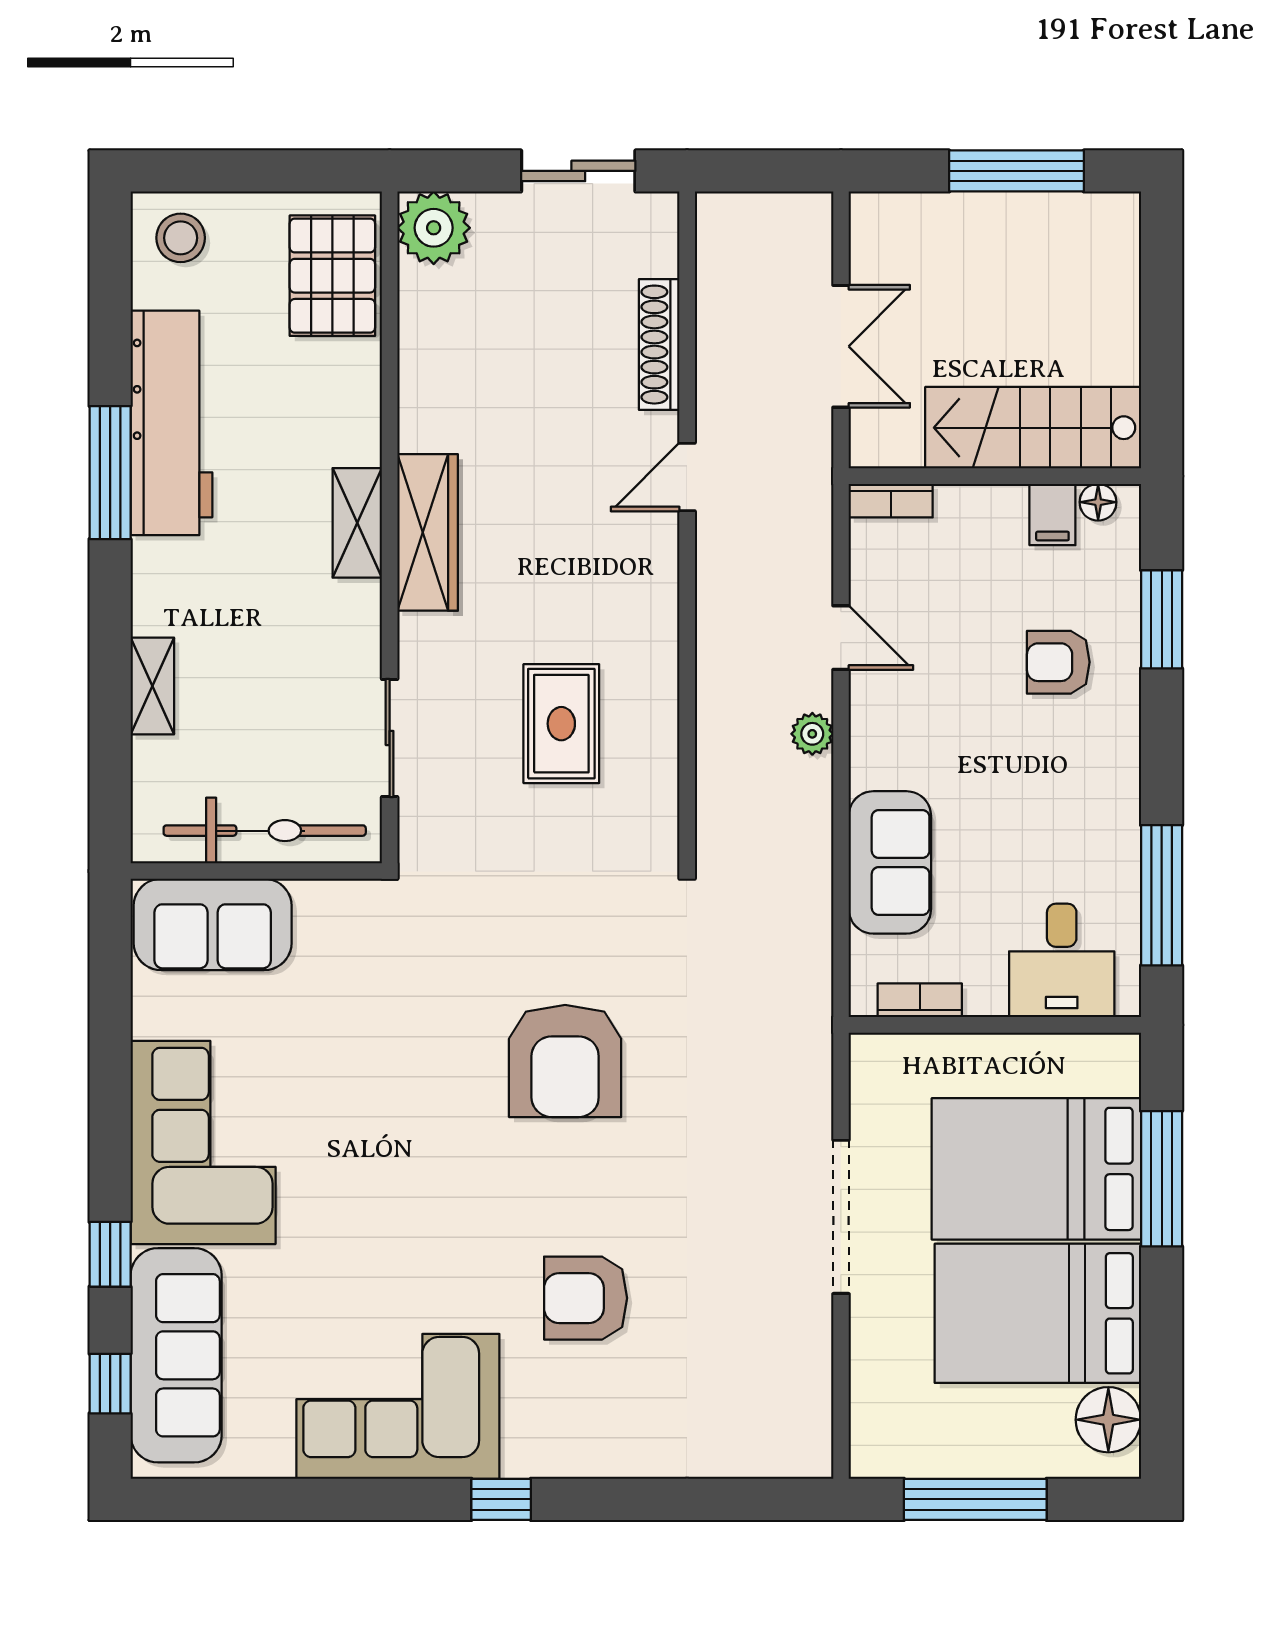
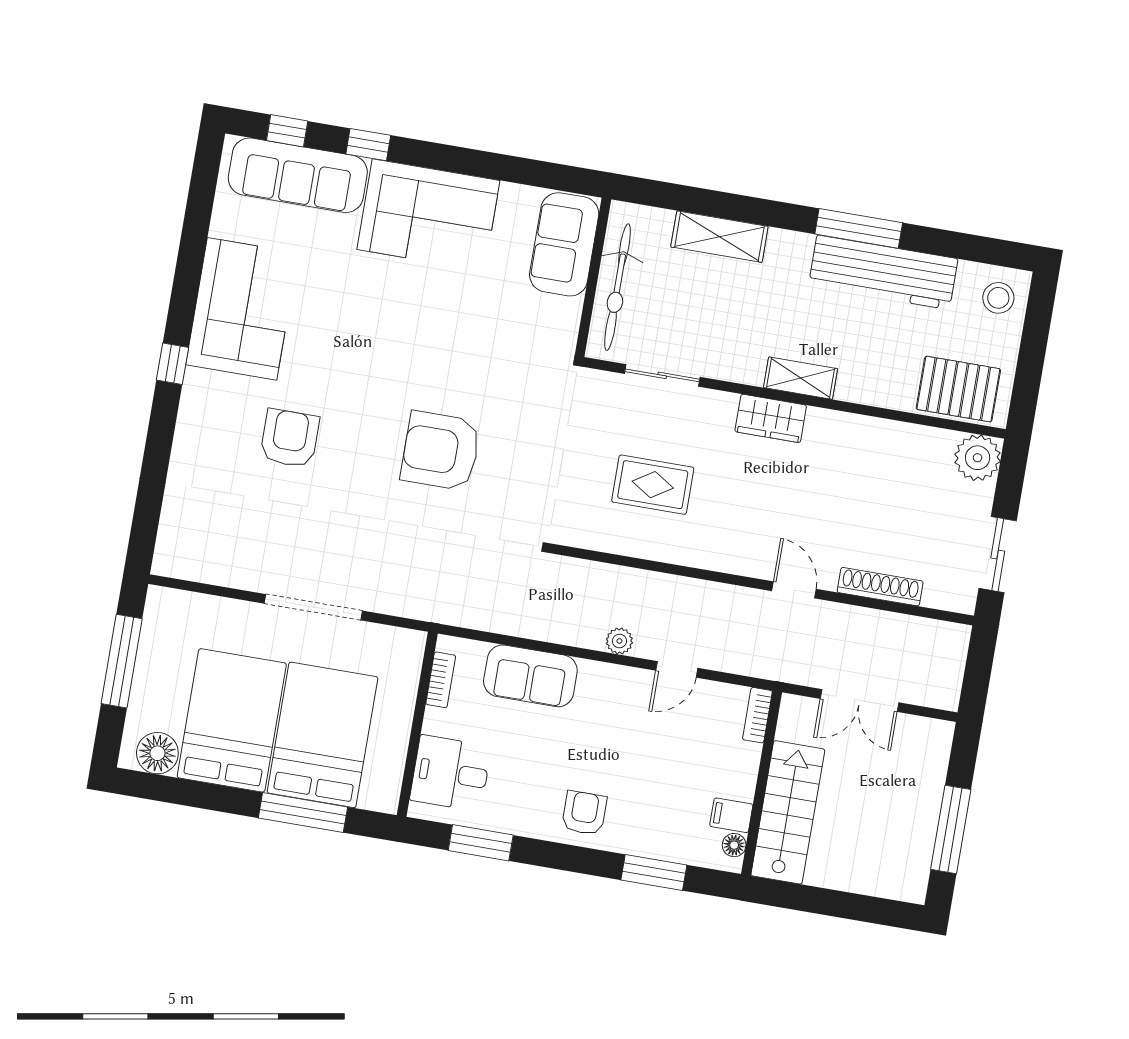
wardrobe: (428, 532) -> (771, 418), width x0.67
armchair: (1058, 662) -> (584, 813), moved
shelving: (152, 686) -> (719, 237), width x1.50, depth x1.33
window: (1162, 895) -> (481, 843), width x0.69

